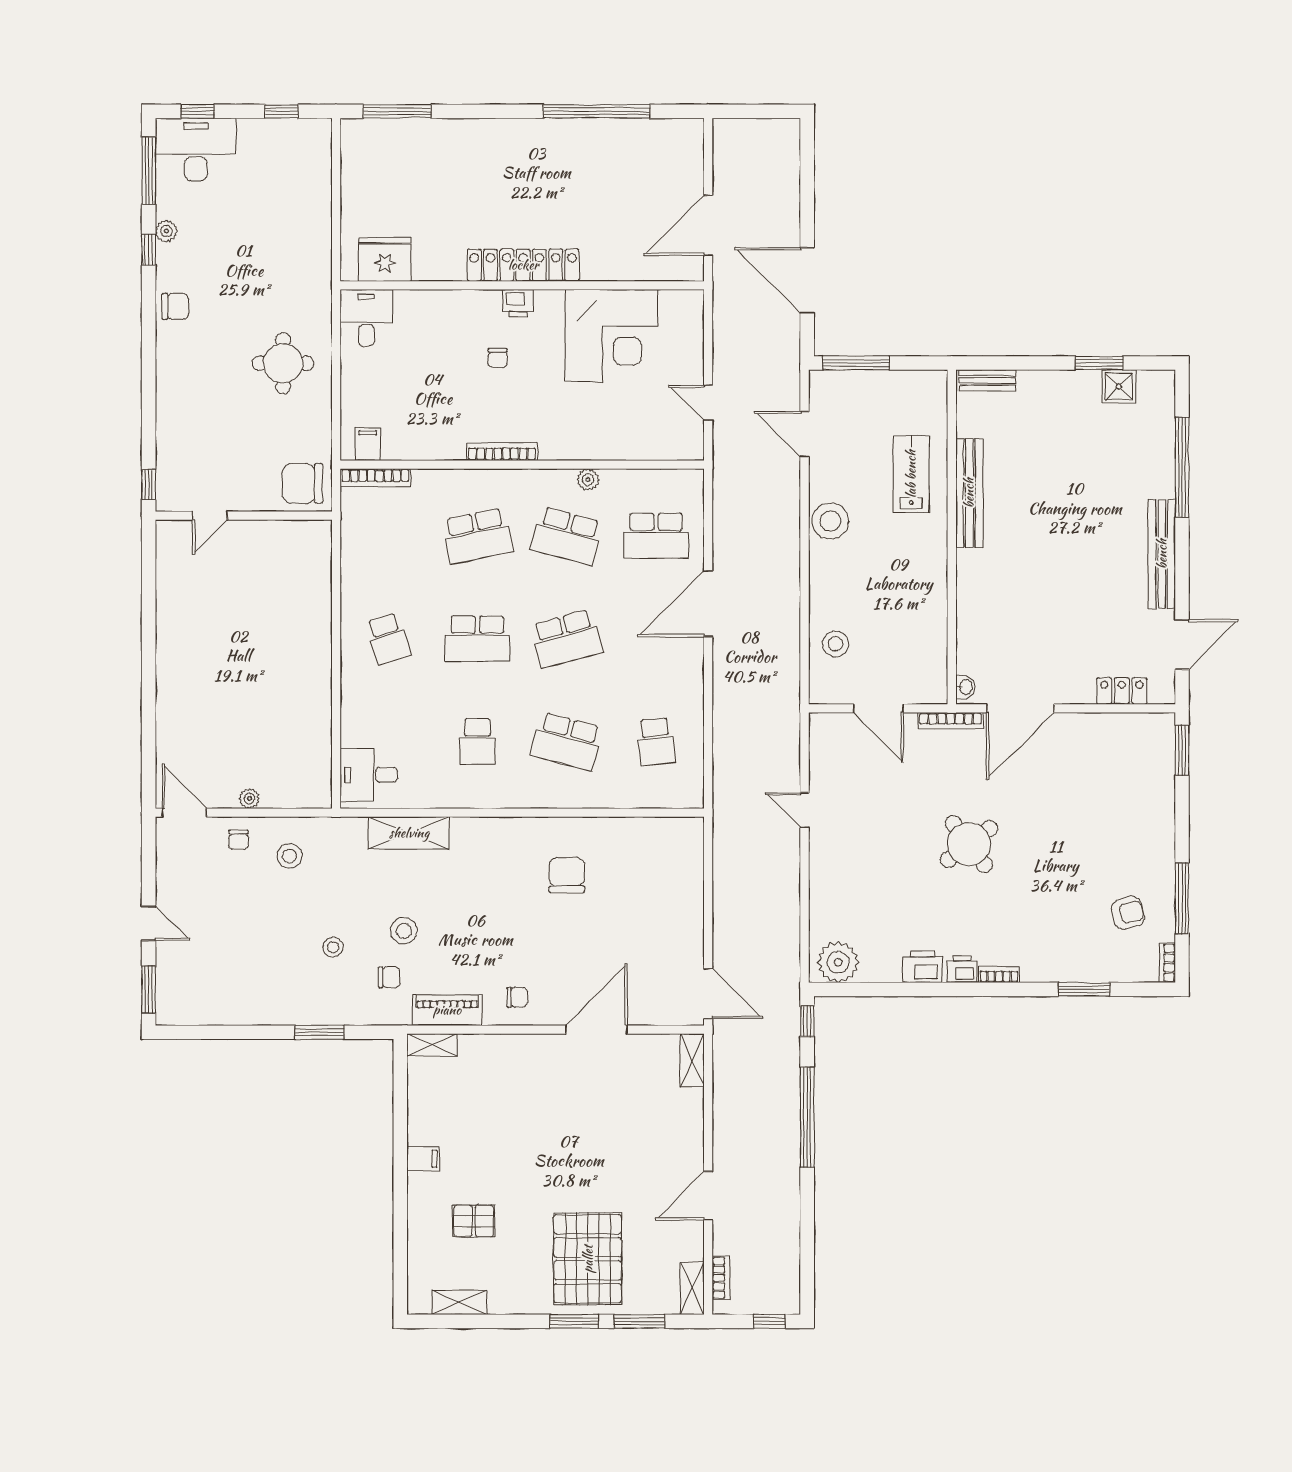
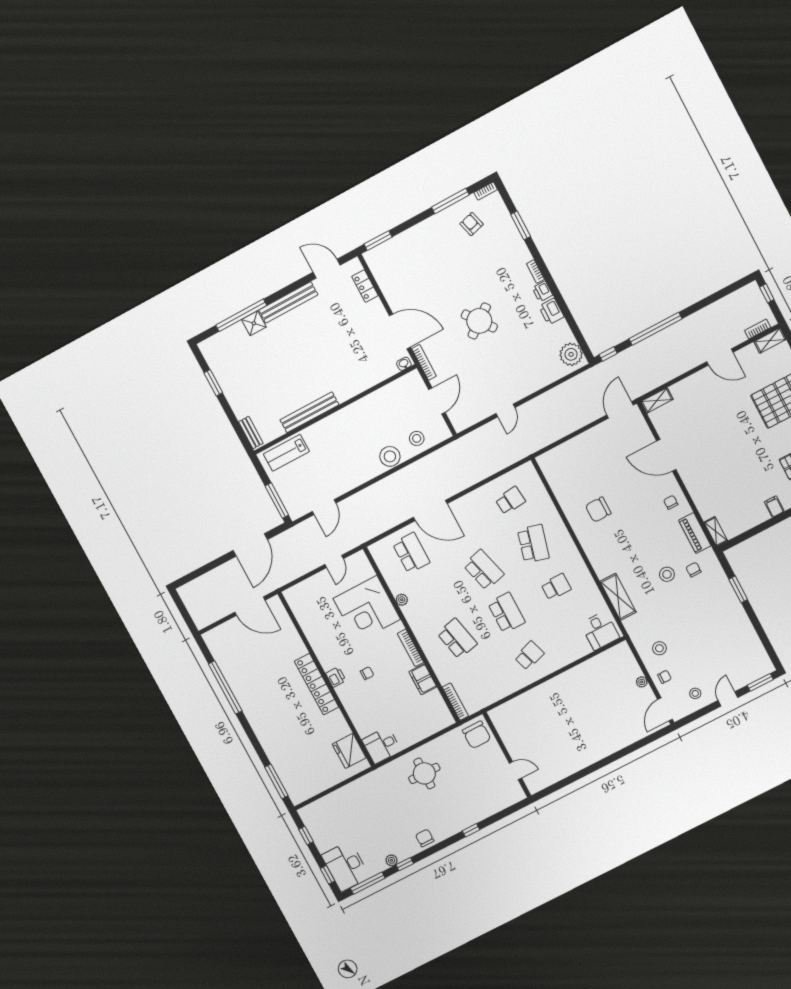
corner desk: (612, 336) -> (367, 609), moved, turned 180
shower: (1119, 387) -> (254, 323), moved
filing cabinet: (368, 444) -> (423, 679), moved, width x2.00
lab bench: (911, 474) -> (286, 453), moved
window: (149, 484) -> (471, 830), moved
stool: (830, 521) -> (390, 456), moved
school desk: (567, 536) -> (434, 596), removed
stool: (333, 947) -> (695, 693), moved

